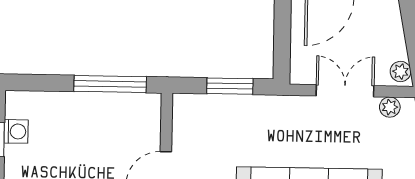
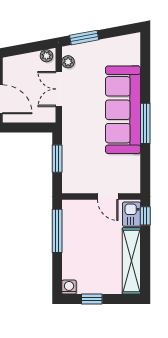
washing machine: (16, 131) -> (69, 287), moved

